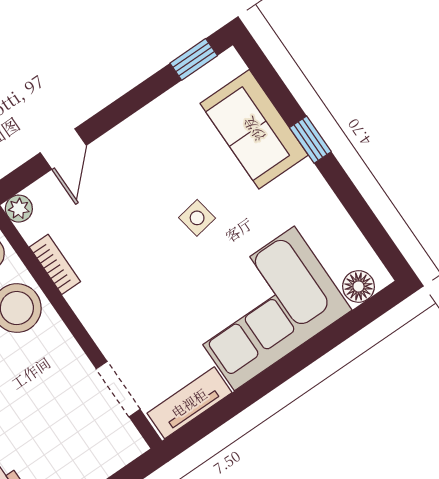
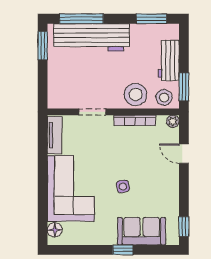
bookcase: (55, 264) -> (135, 120), width x1.56
doorway: (118, 389) -> (93, 112), moved

